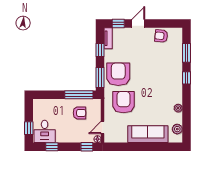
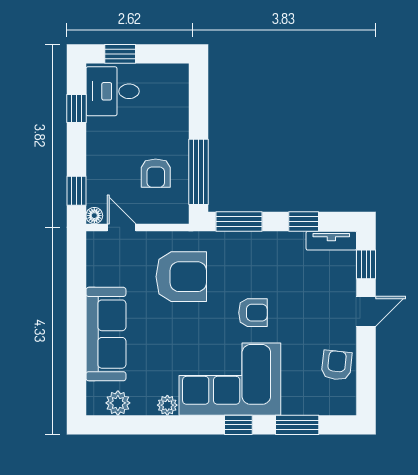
door: (138, 23) -> (366, 311), hinge flipped
armchair: (118, 74) -> (253, 313), moved, width x0.53, depth x0.53
corner sofa: (167, 81) -> (230, 379), added

